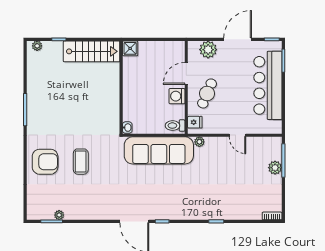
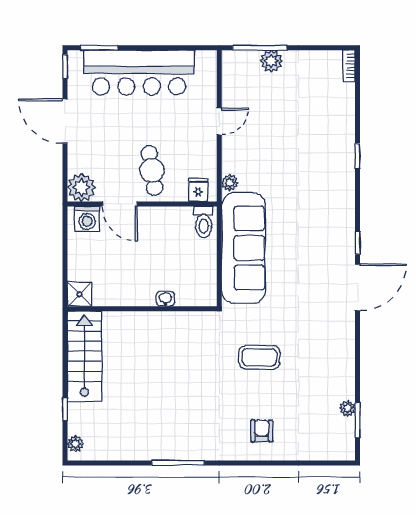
plant: (208, 50) -> (81, 187), moved
cafe table: (207, 93) -> (152, 170), turned 58
washing machine: (177, 96) -> (87, 219), moved
washbasin: (127, 128) -> (165, 299), moved
armchair: (45, 162) -> (262, 431), width x0.53, depth x0.53
coffee table: (81, 162) -> (259, 357), moved

